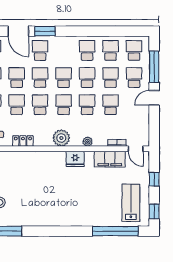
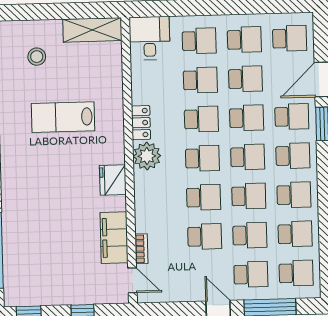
school desk: (64, 50) -> (293, 156), added
locker: (23, 141) -> (141, 123), moved
plant: (88, 142) -> (142, 200), removed
door: (136, 149) -> (132, 280), swing flipped
lab bench: (131, 203) -> (63, 117), moved, turned 180

